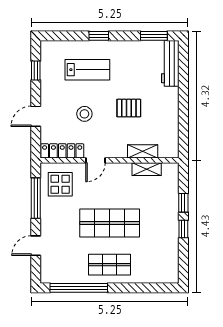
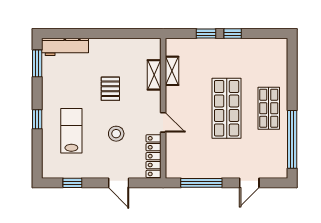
display table: (60, 184) -> (187, 158), removed
door: (36, 246) -> (249, 183), hinge flipped

